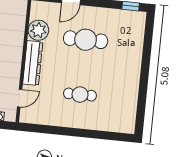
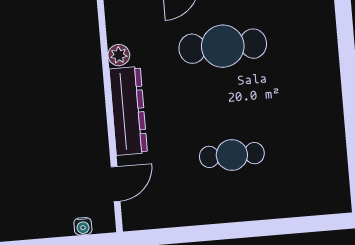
plant: (38, 30) -> (119, 55), width x0.53, depth x0.53

